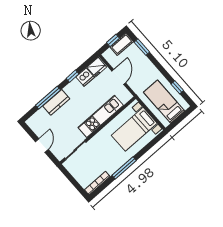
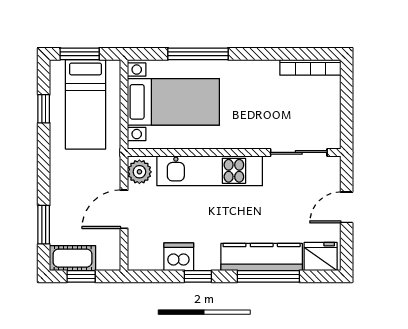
fridge: (97, 67) -> (321, 256), moved
plant: (125, 95) -> (139, 172), added
kitchen counter: (56, 102) -> (262, 257), width x1.50
window: (182, 117) -> (80, 54), added
window: (124, 168) -> (198, 54), moved

